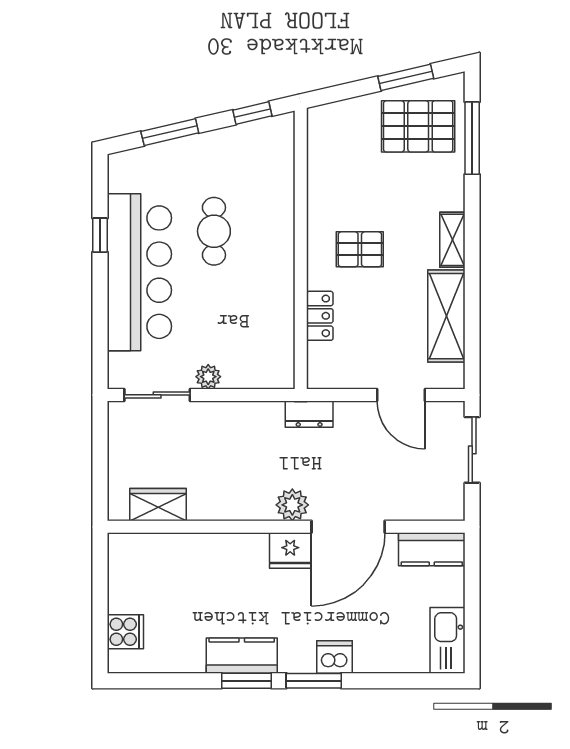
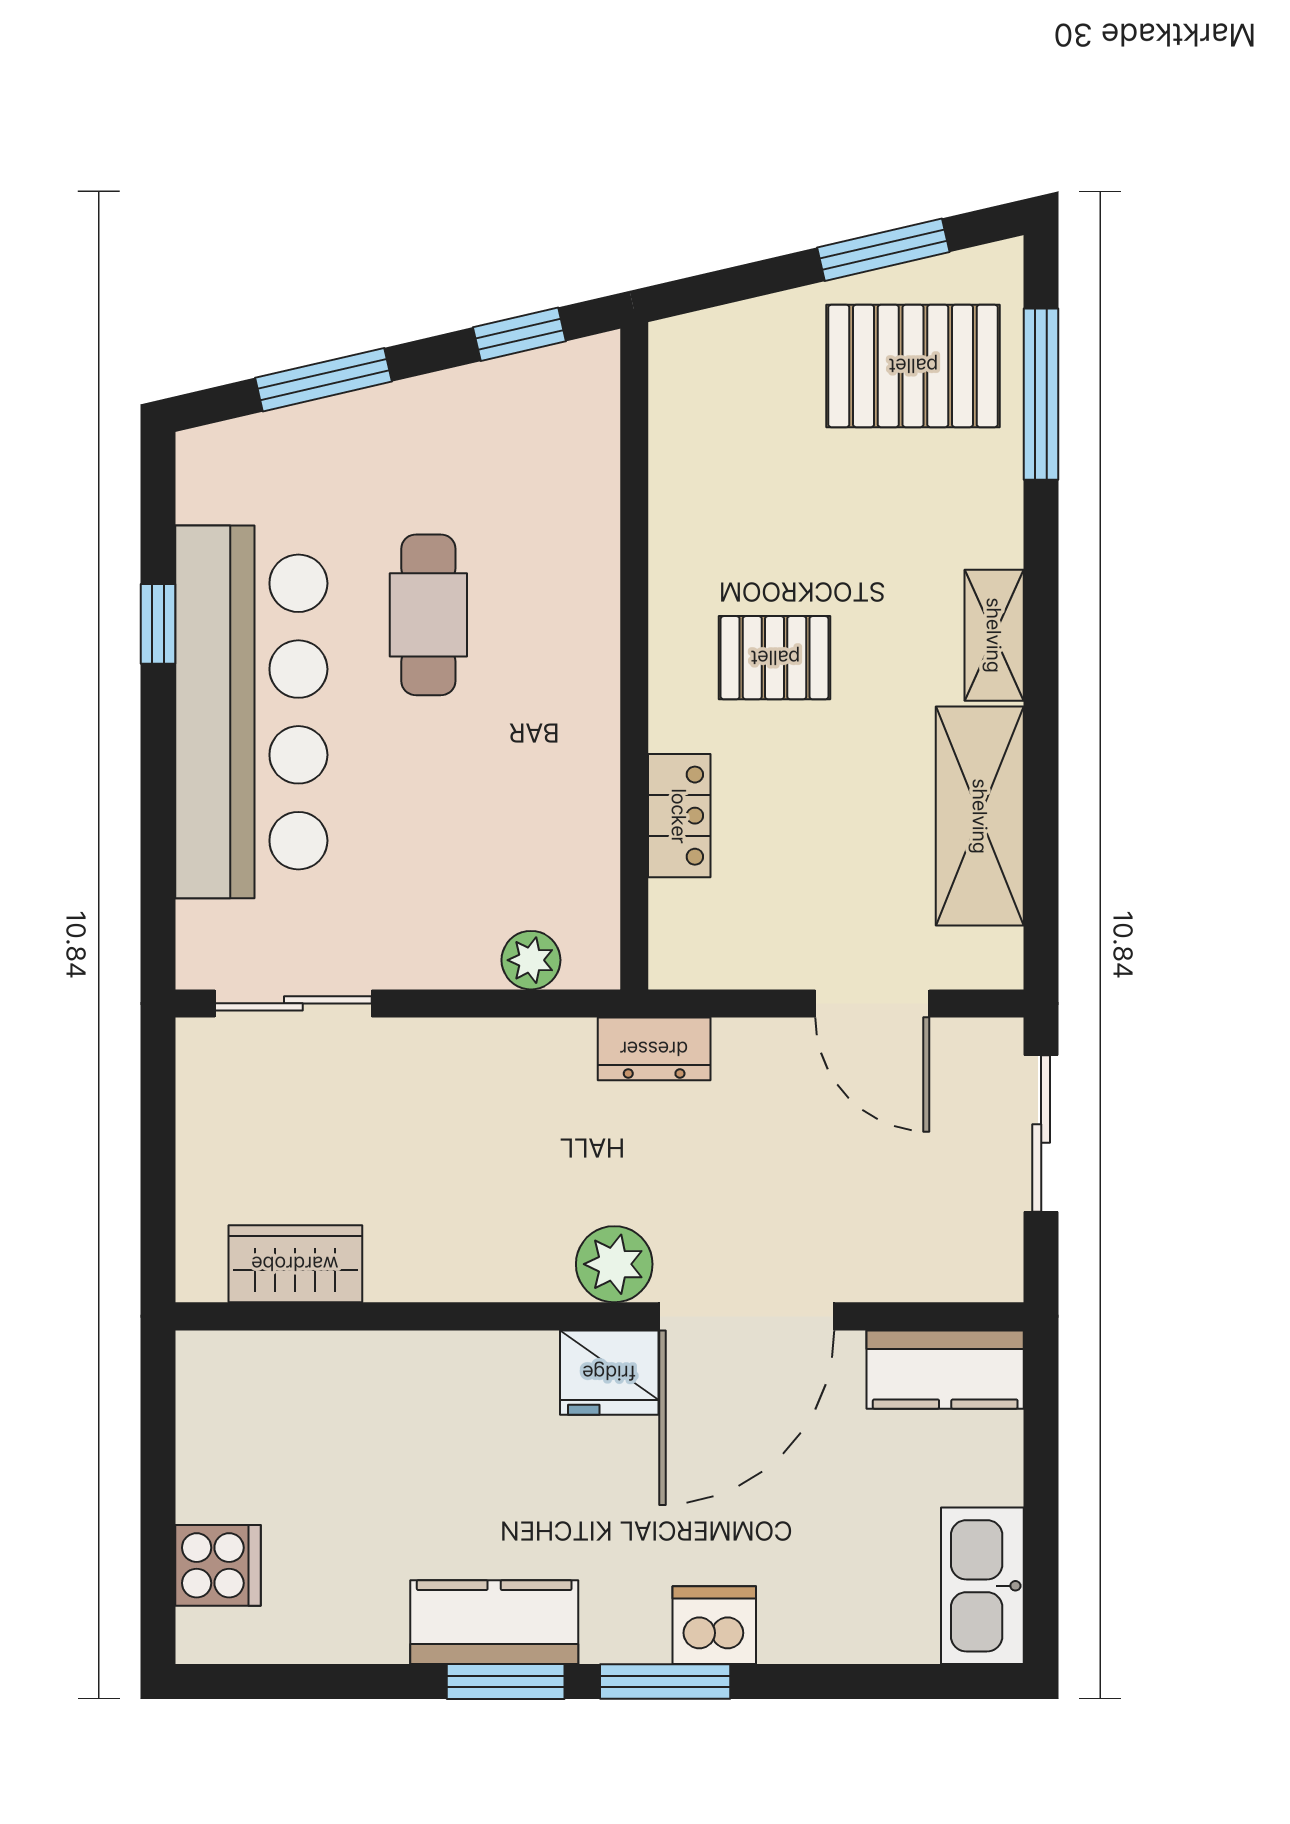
plant: (208, 377) -> (531, 960), moved

